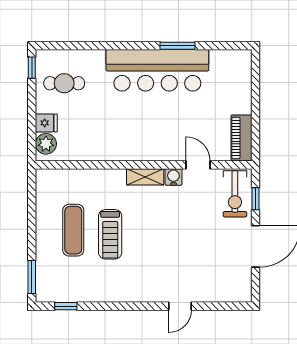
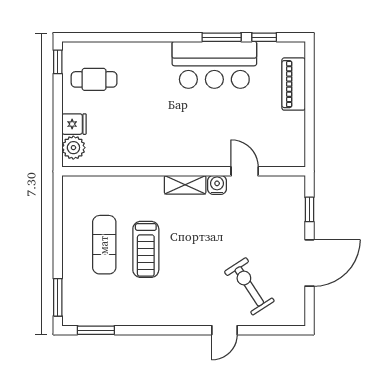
window: (215, 46) -> (264, 37), added
bar counter: (157, 70) -> (214, 65), width x0.73
piano: (241, 138) -> (294, 84), moved
exercise bike: (235, 194) -> (249, 286), moved, turned 147
window: (66, 306) -> (96, 330), width x1.50

